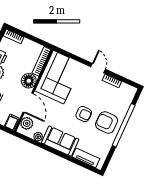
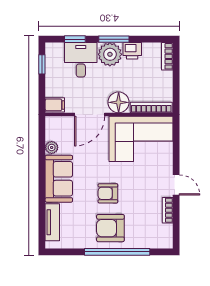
door: (98, 68) -> (176, 185), hinge flipped
armchair: (84, 114) -> (108, 193), turned 90
armchair: (107, 122) -> (110, 228), turned -90
plant: (27, 123) -> (62, 125), removed

